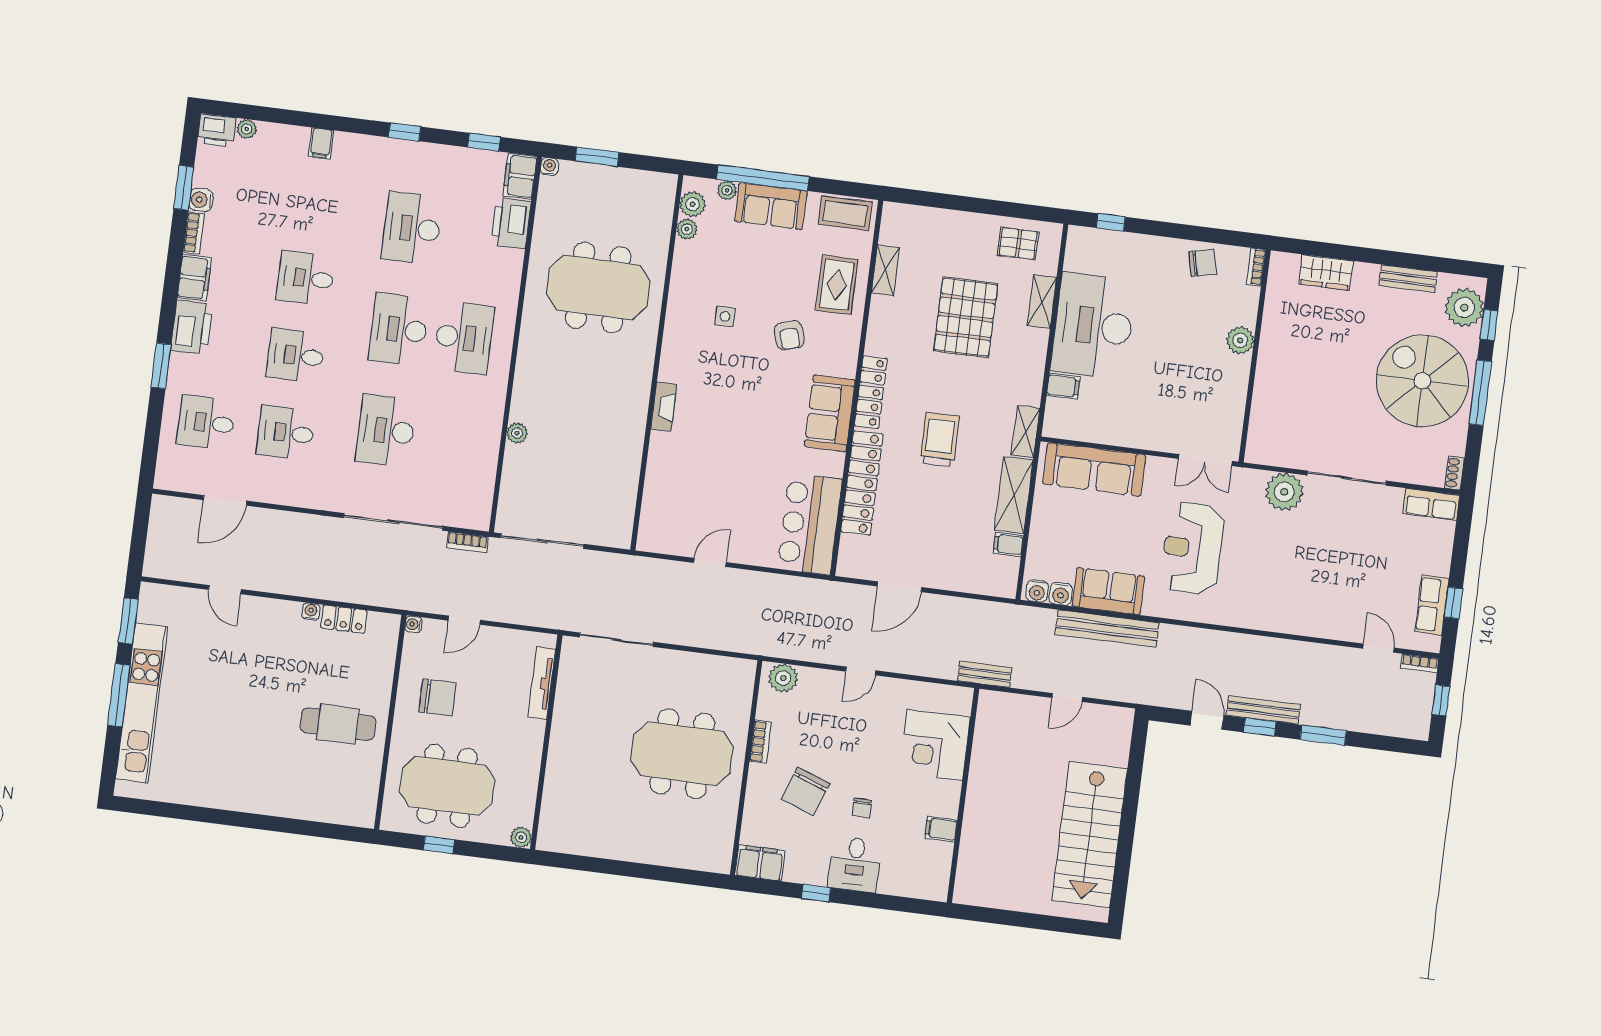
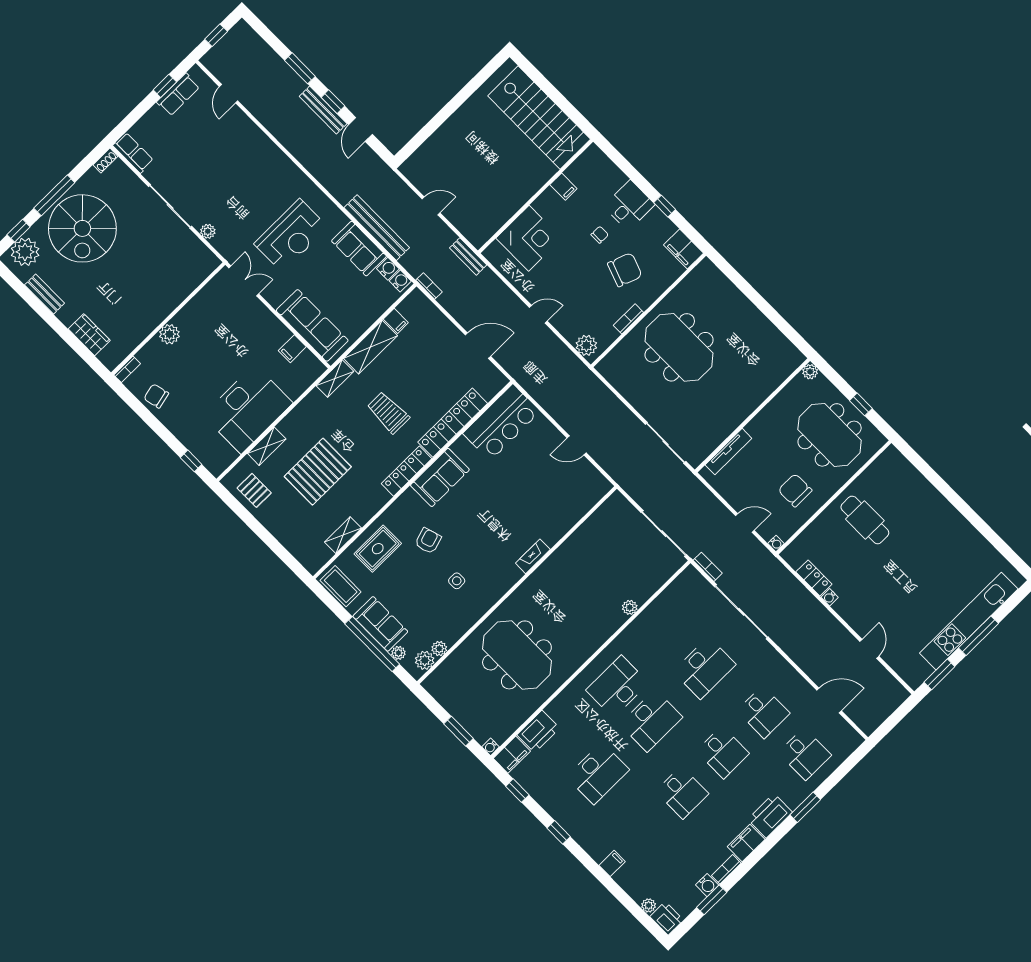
filing cabinet: (1063, 386) -> (292, 349), moved, turned -90
trolley: (940, 440) -> (388, 413), turned 90
plant: (1284, 492) -> (208, 231), width x0.53, depth x0.53
bookcase: (1420, 663) -> (429, 286), moved
stairs: (1090, 835) -> (539, 117), moved, turned 90

